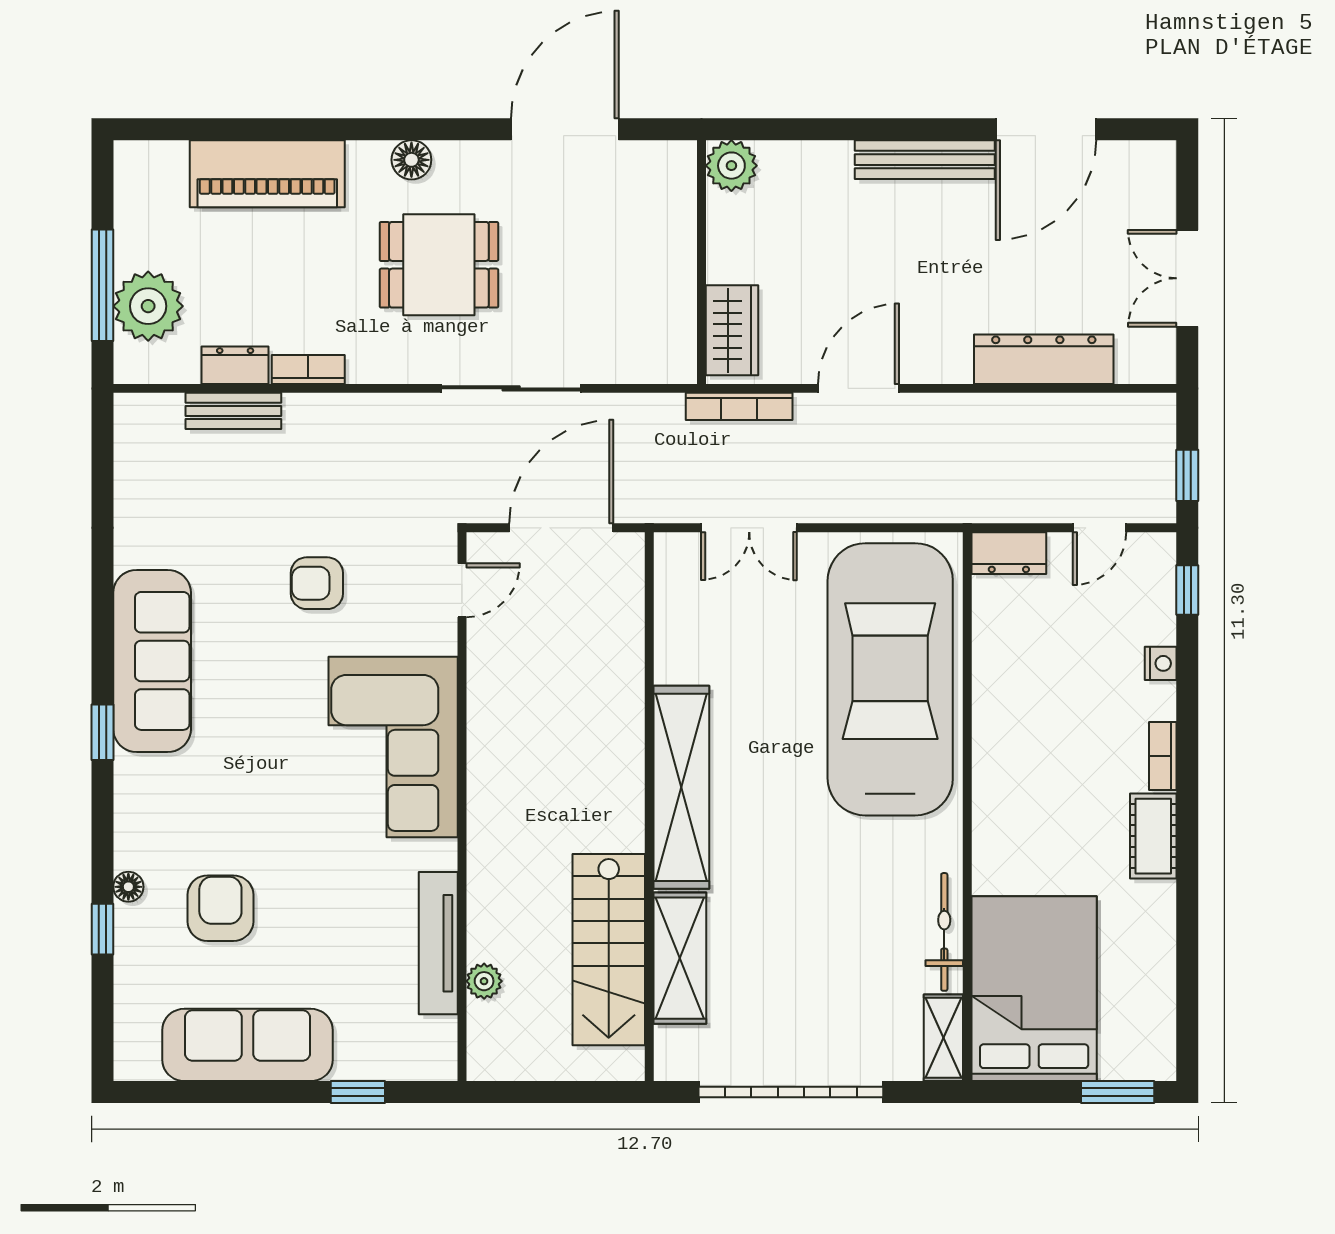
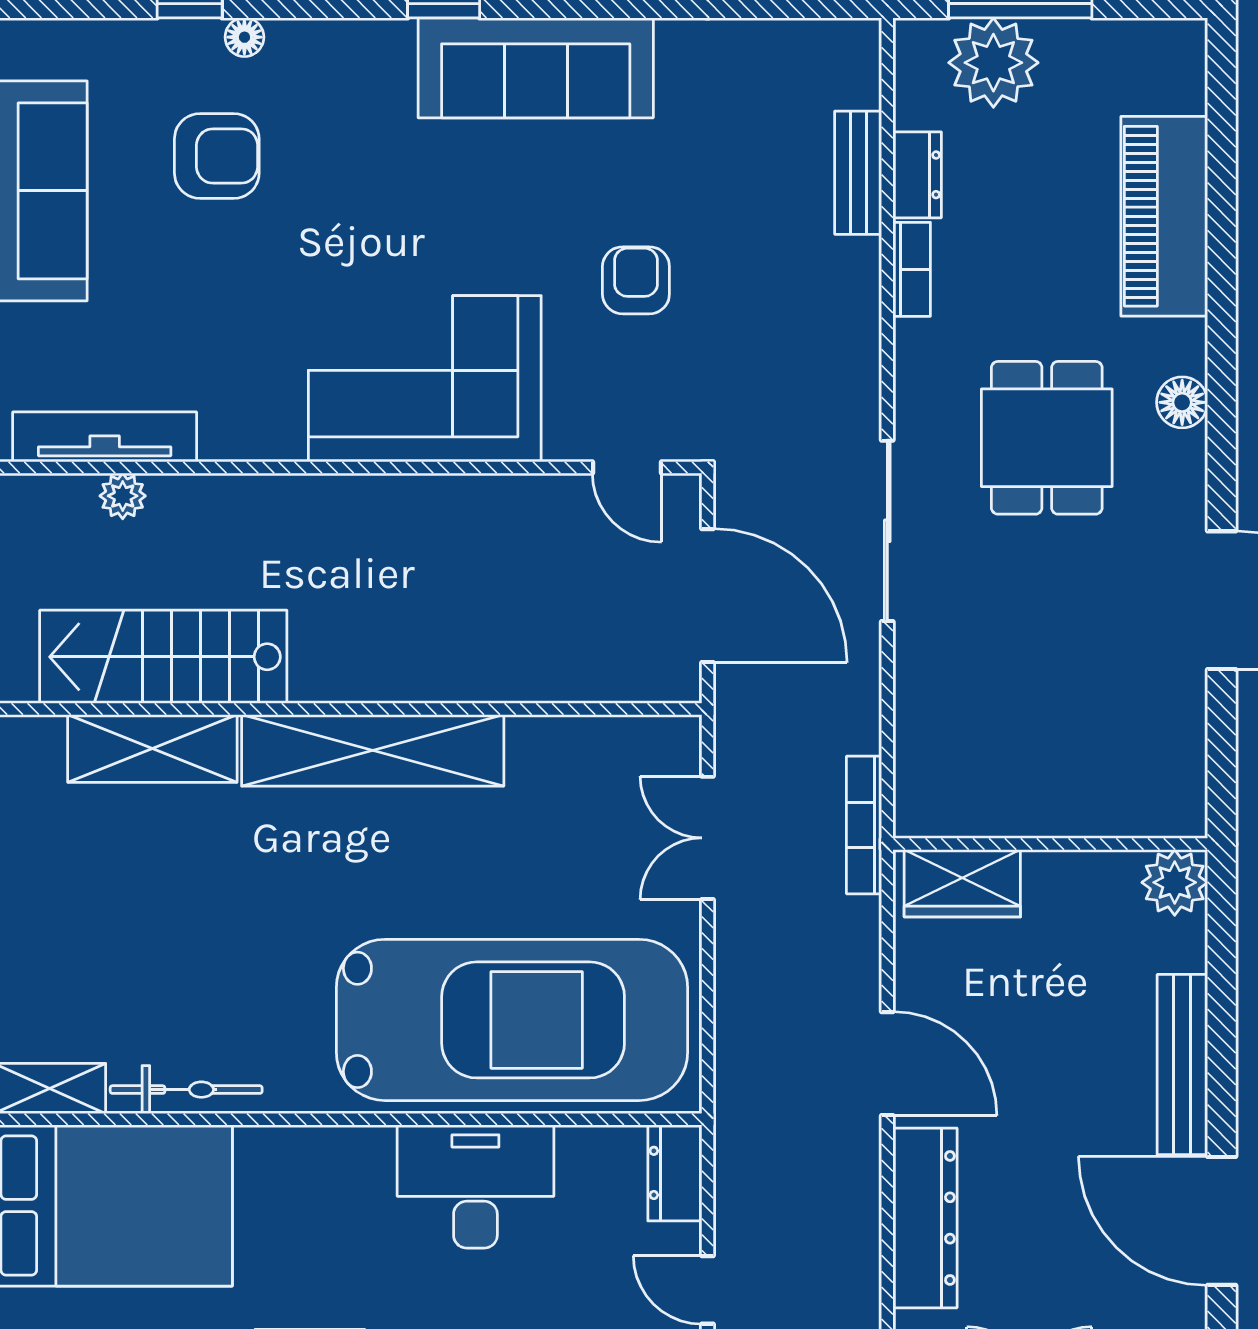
plant: (731, 166) -> (1175, 882), moved
wall: (702, 262) -> (1050, 844), moved
wardrobe: (732, 330) -> (962, 883), moved
door: (859, 388) -> (887, 1064), moved
desk: (1019, 708) -> (475, 1186), added
tv unit: (438, 943) -> (105, 437), moved

